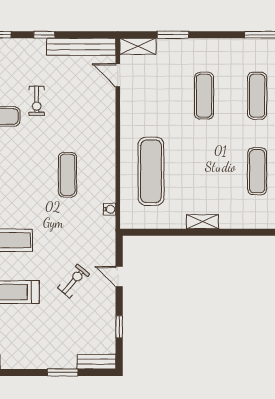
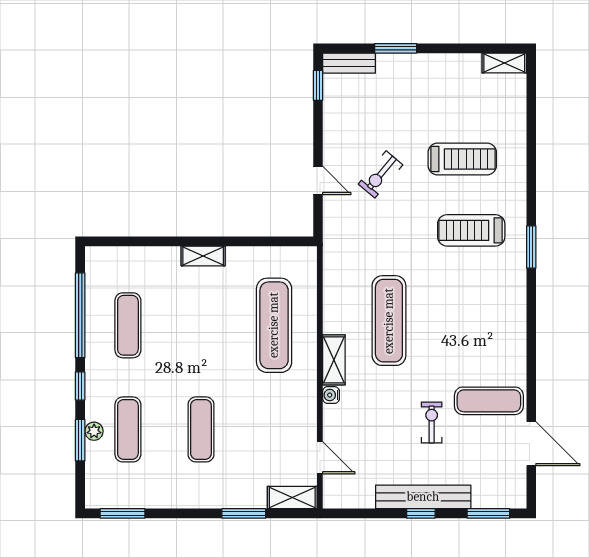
bench: (81, 47) -> (423, 497), moved
shelving: (108, 146) -> (334, 360), added
exercise mat: (68, 175) -> (389, 321), width x1.36, depth x1.45
water cooler: (110, 209) -> (331, 395), moved
window: (119, 327) -> (318, 85), moved

